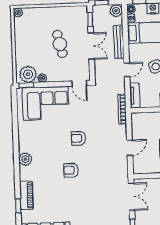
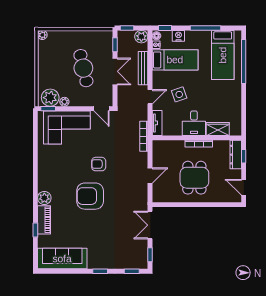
cafe table: (60, 44) -> (83, 68), width x1.37, depth x1.35
plant: (25, 159) -> (44, 198), moved
armchair: (71, 170) -> (90, 196), width x1.88, depth x1.88
double door: (131, 197) -> (150, 225), swing flipped

